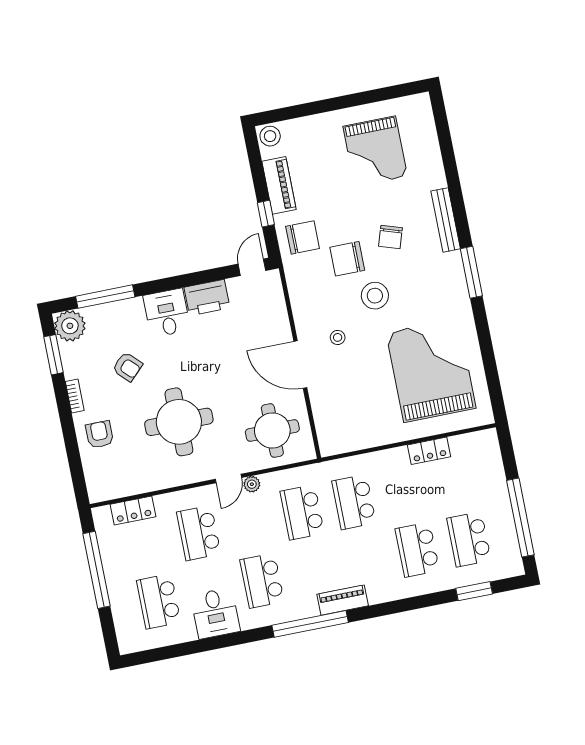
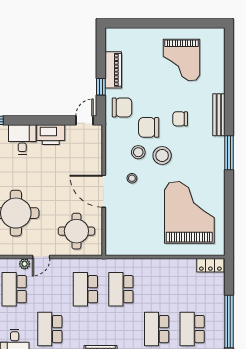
stool: (270, 136) -> (138, 152), moved
chair: (390, 237) -> (180, 119), turned 72
locker: (429, 451) -> (210, 265), moved
plant: (252, 484) -> (25, 264), moved

